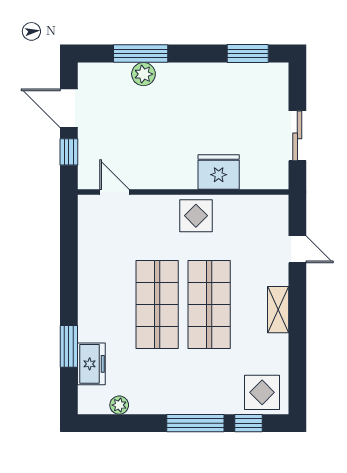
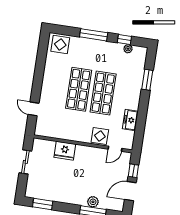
door: (69, 108) -> (130, 191), swing flipped
door: (114, 192) -> (115, 149), hinge flipped
display table: (196, 216) -> (100, 136), moved
shelving: (278, 310) -> (47, 82), removed
freezer: (91, 364) -> (130, 120), moved
window: (249, 423) -> (124, 40), moved

